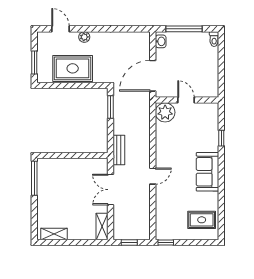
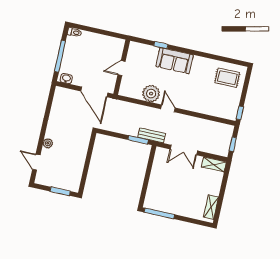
door: (61, 29) -> (36, 162), hinge flipped
rug: (73, 68) -> (73, 159), removed
window: (111, 107) -> (138, 140), moved
plant: (165, 112) -> (151, 94), moved
sofa: (207, 172) -> (175, 61), moved
door: (153, 176) -> (168, 108), moved
rug: (202, 220) -> (227, 78), turned 90

